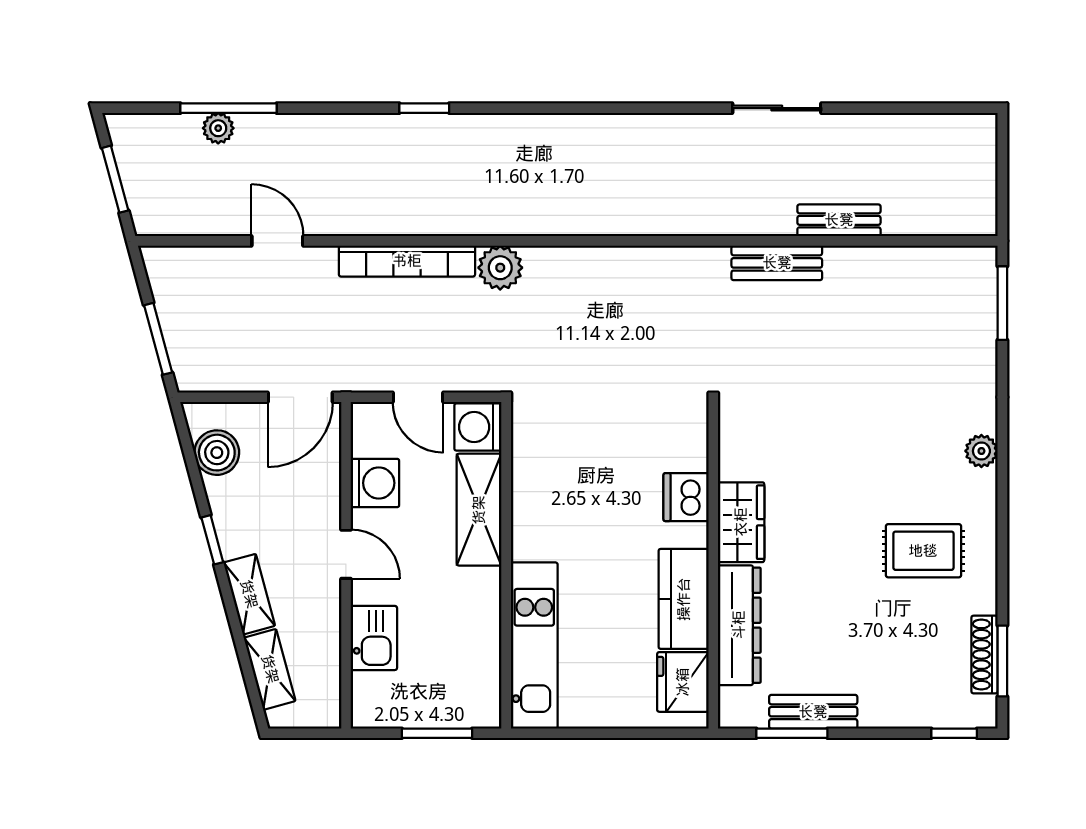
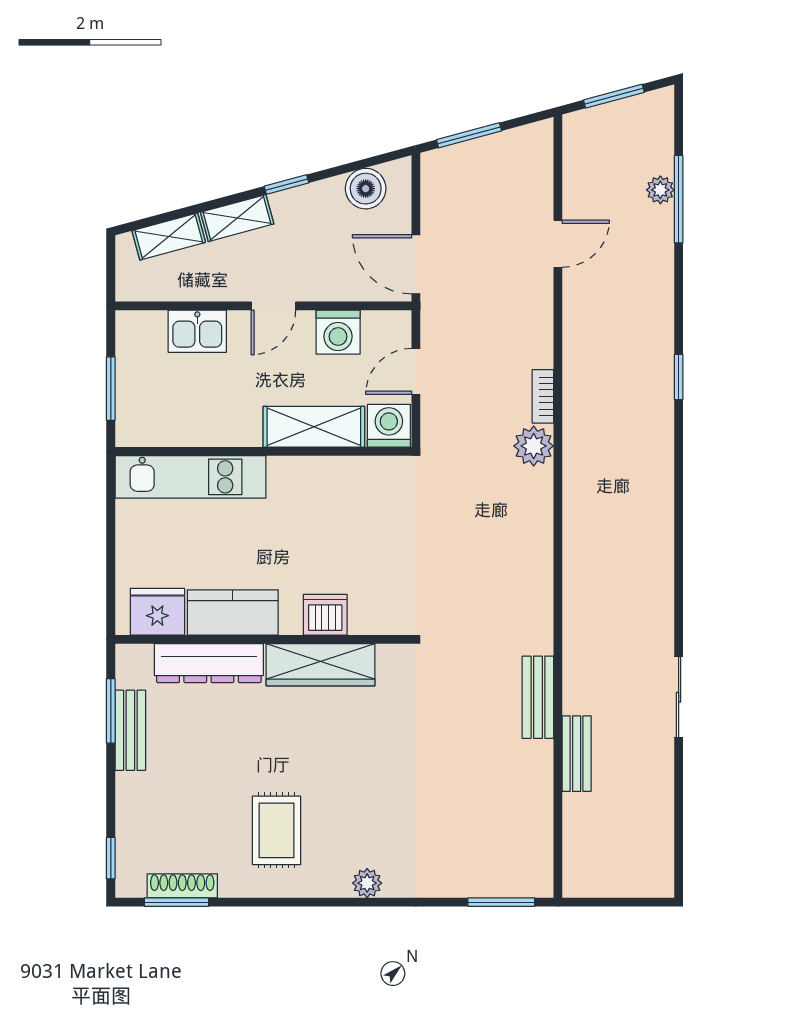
bookcase: (407, 261) -> (543, 396), width x0.43, depth x0.76
wardrobe: (741, 522) -> (321, 665), width x1.50

